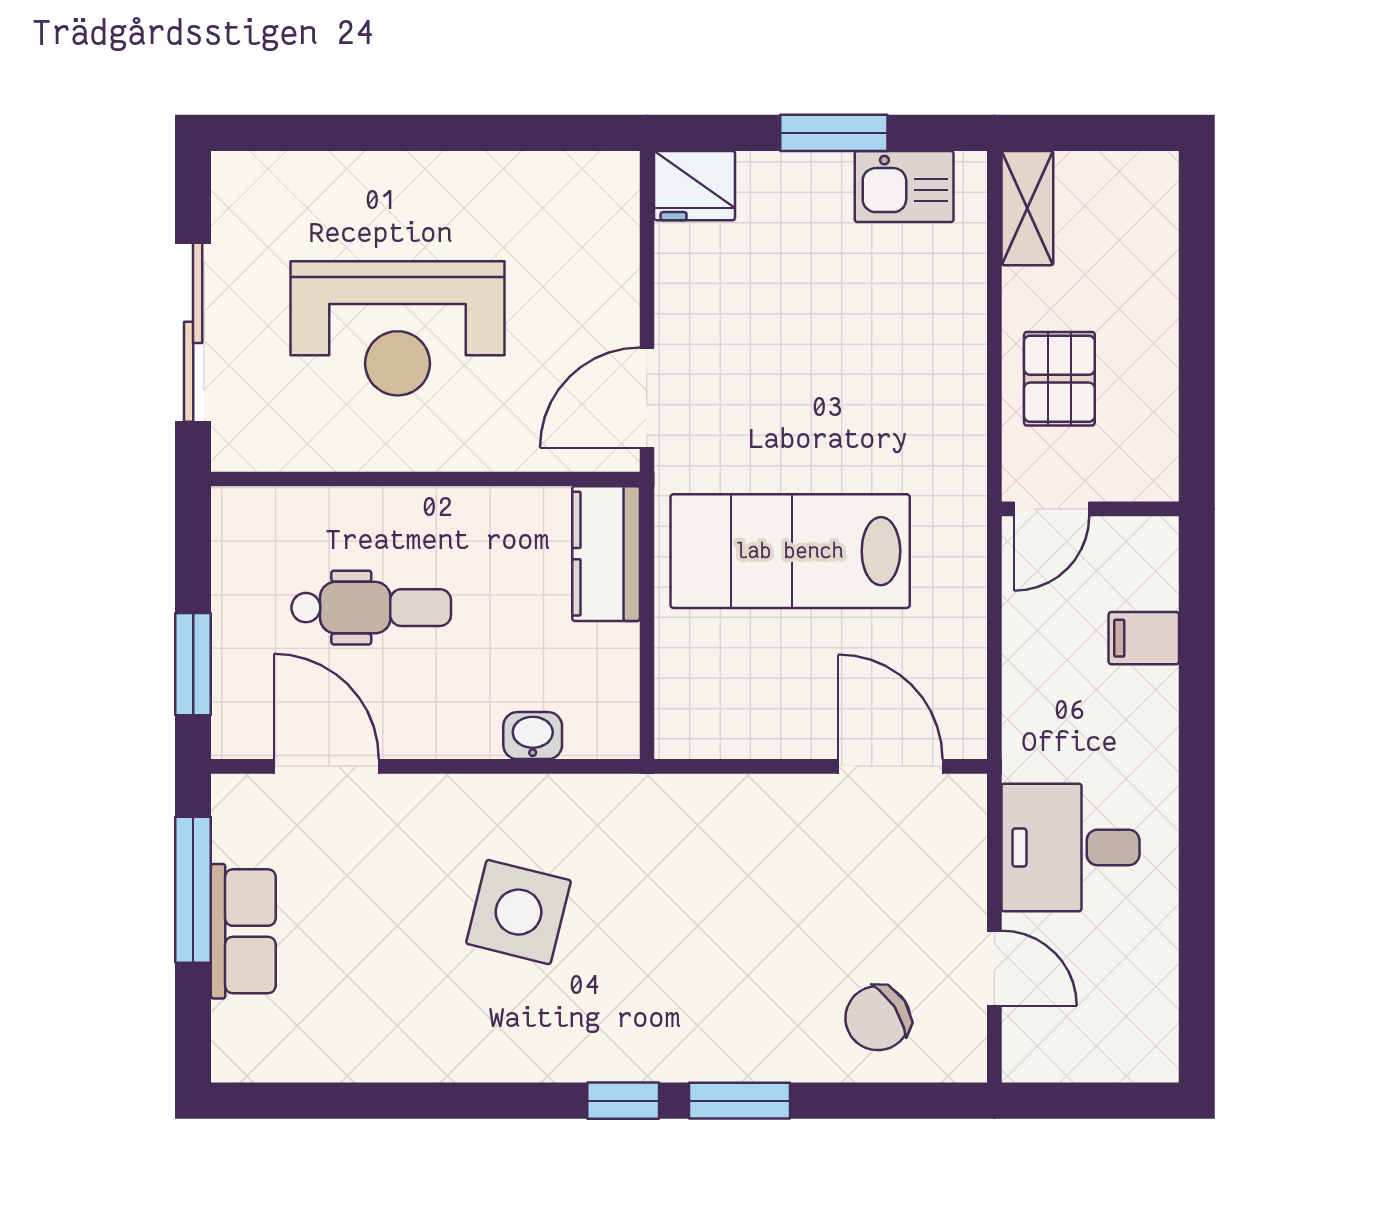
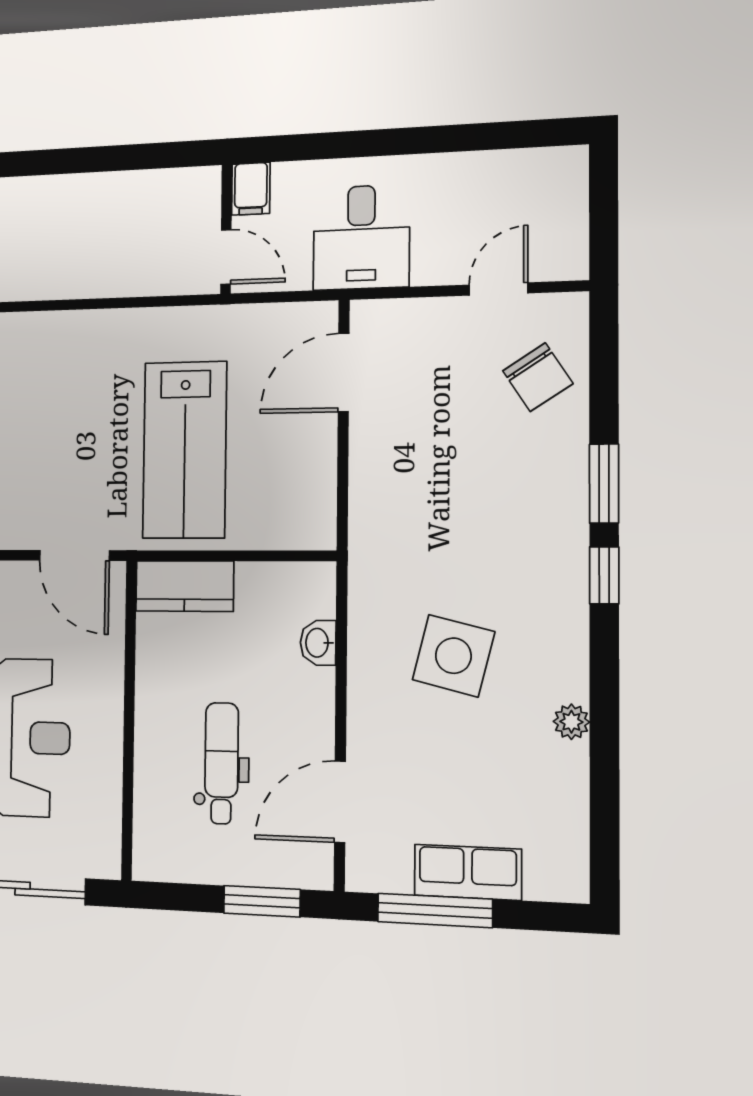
pallet: (1059, 379) -> (67, 258), removed
door: (1052, 509) -> (226, 257), moved
wall: (1090, 509) -> (226, 229), moved
desk: (1070, 847) -> (361, 237), moved
plant: (438, 1060) -> (571, 722), added

